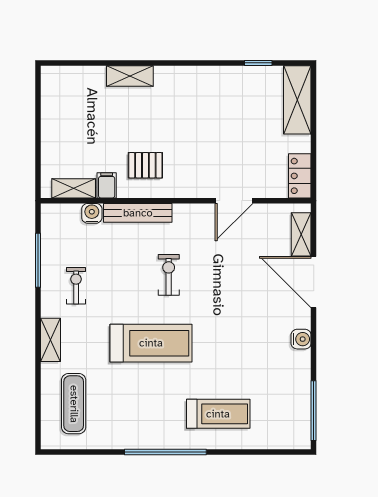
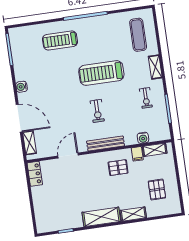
shelving: (297, 100) -> (101, 217), moved, turned 90
pallet: (80, 115) -> (157, 190), added
bench: (138, 213) -> (106, 143), moved

